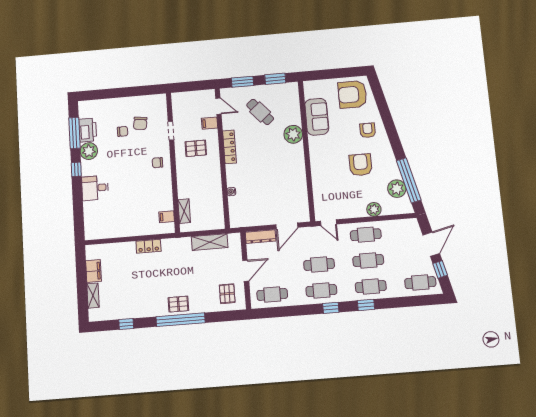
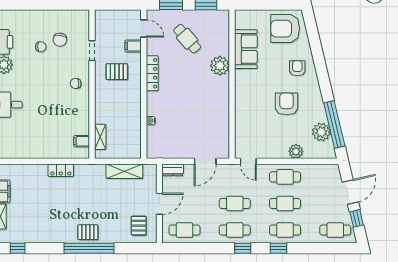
dresser: (261, 237) -> (173, 170), width x0.70
window: (126, 324) -> (18, 248), moved

